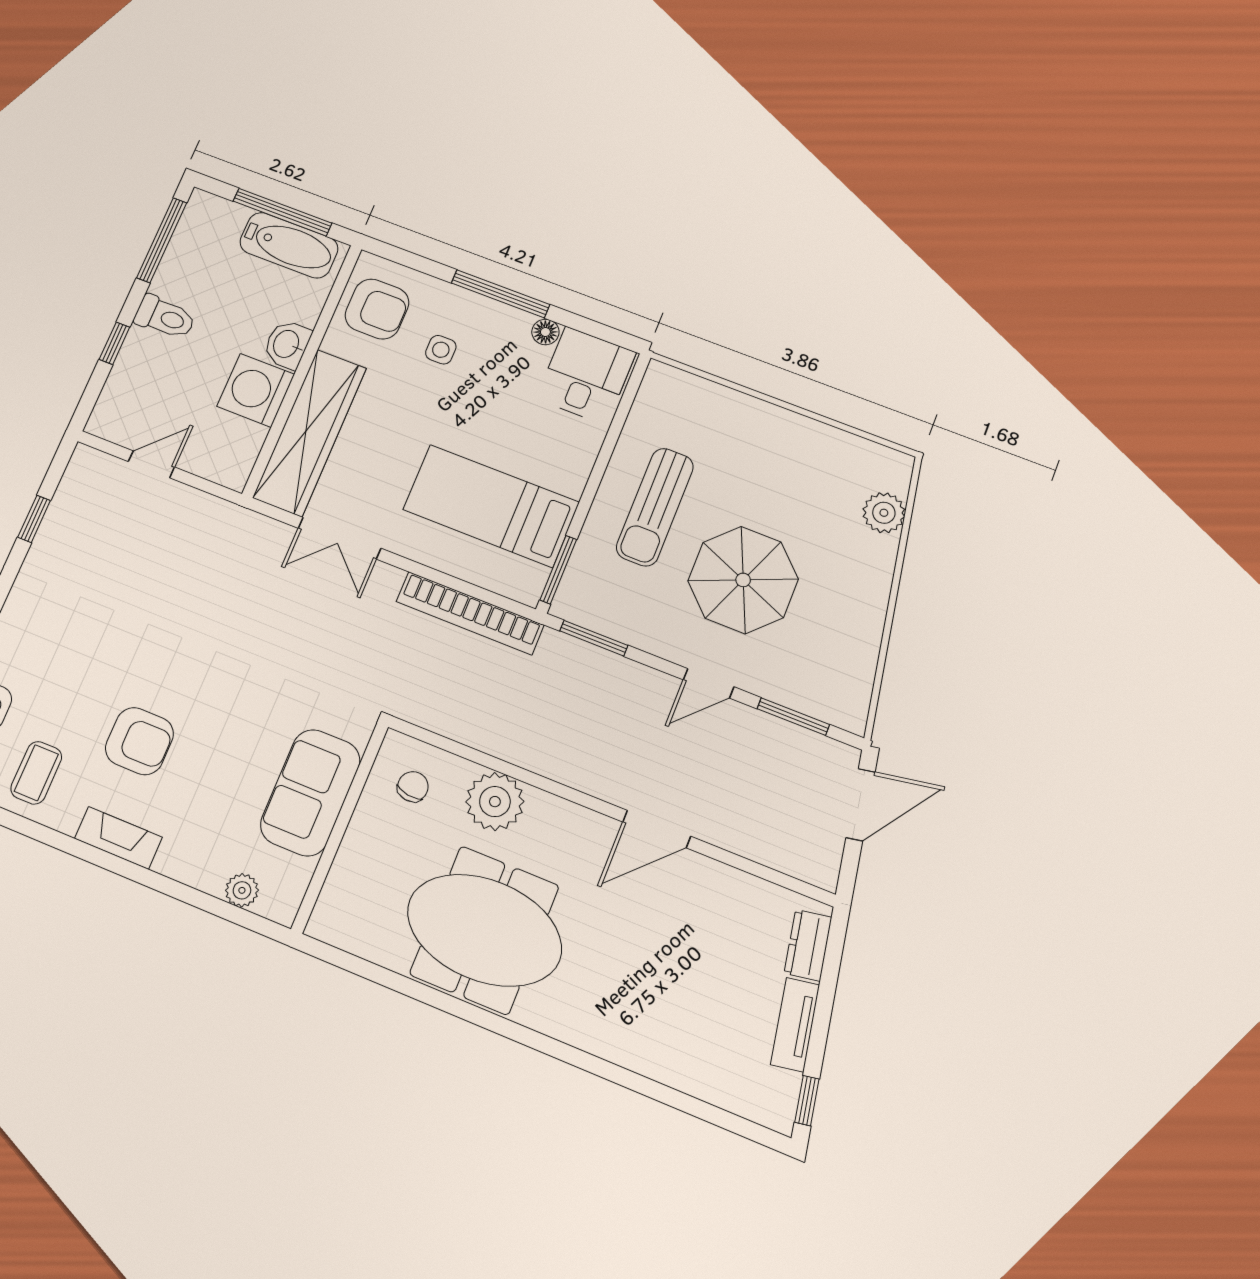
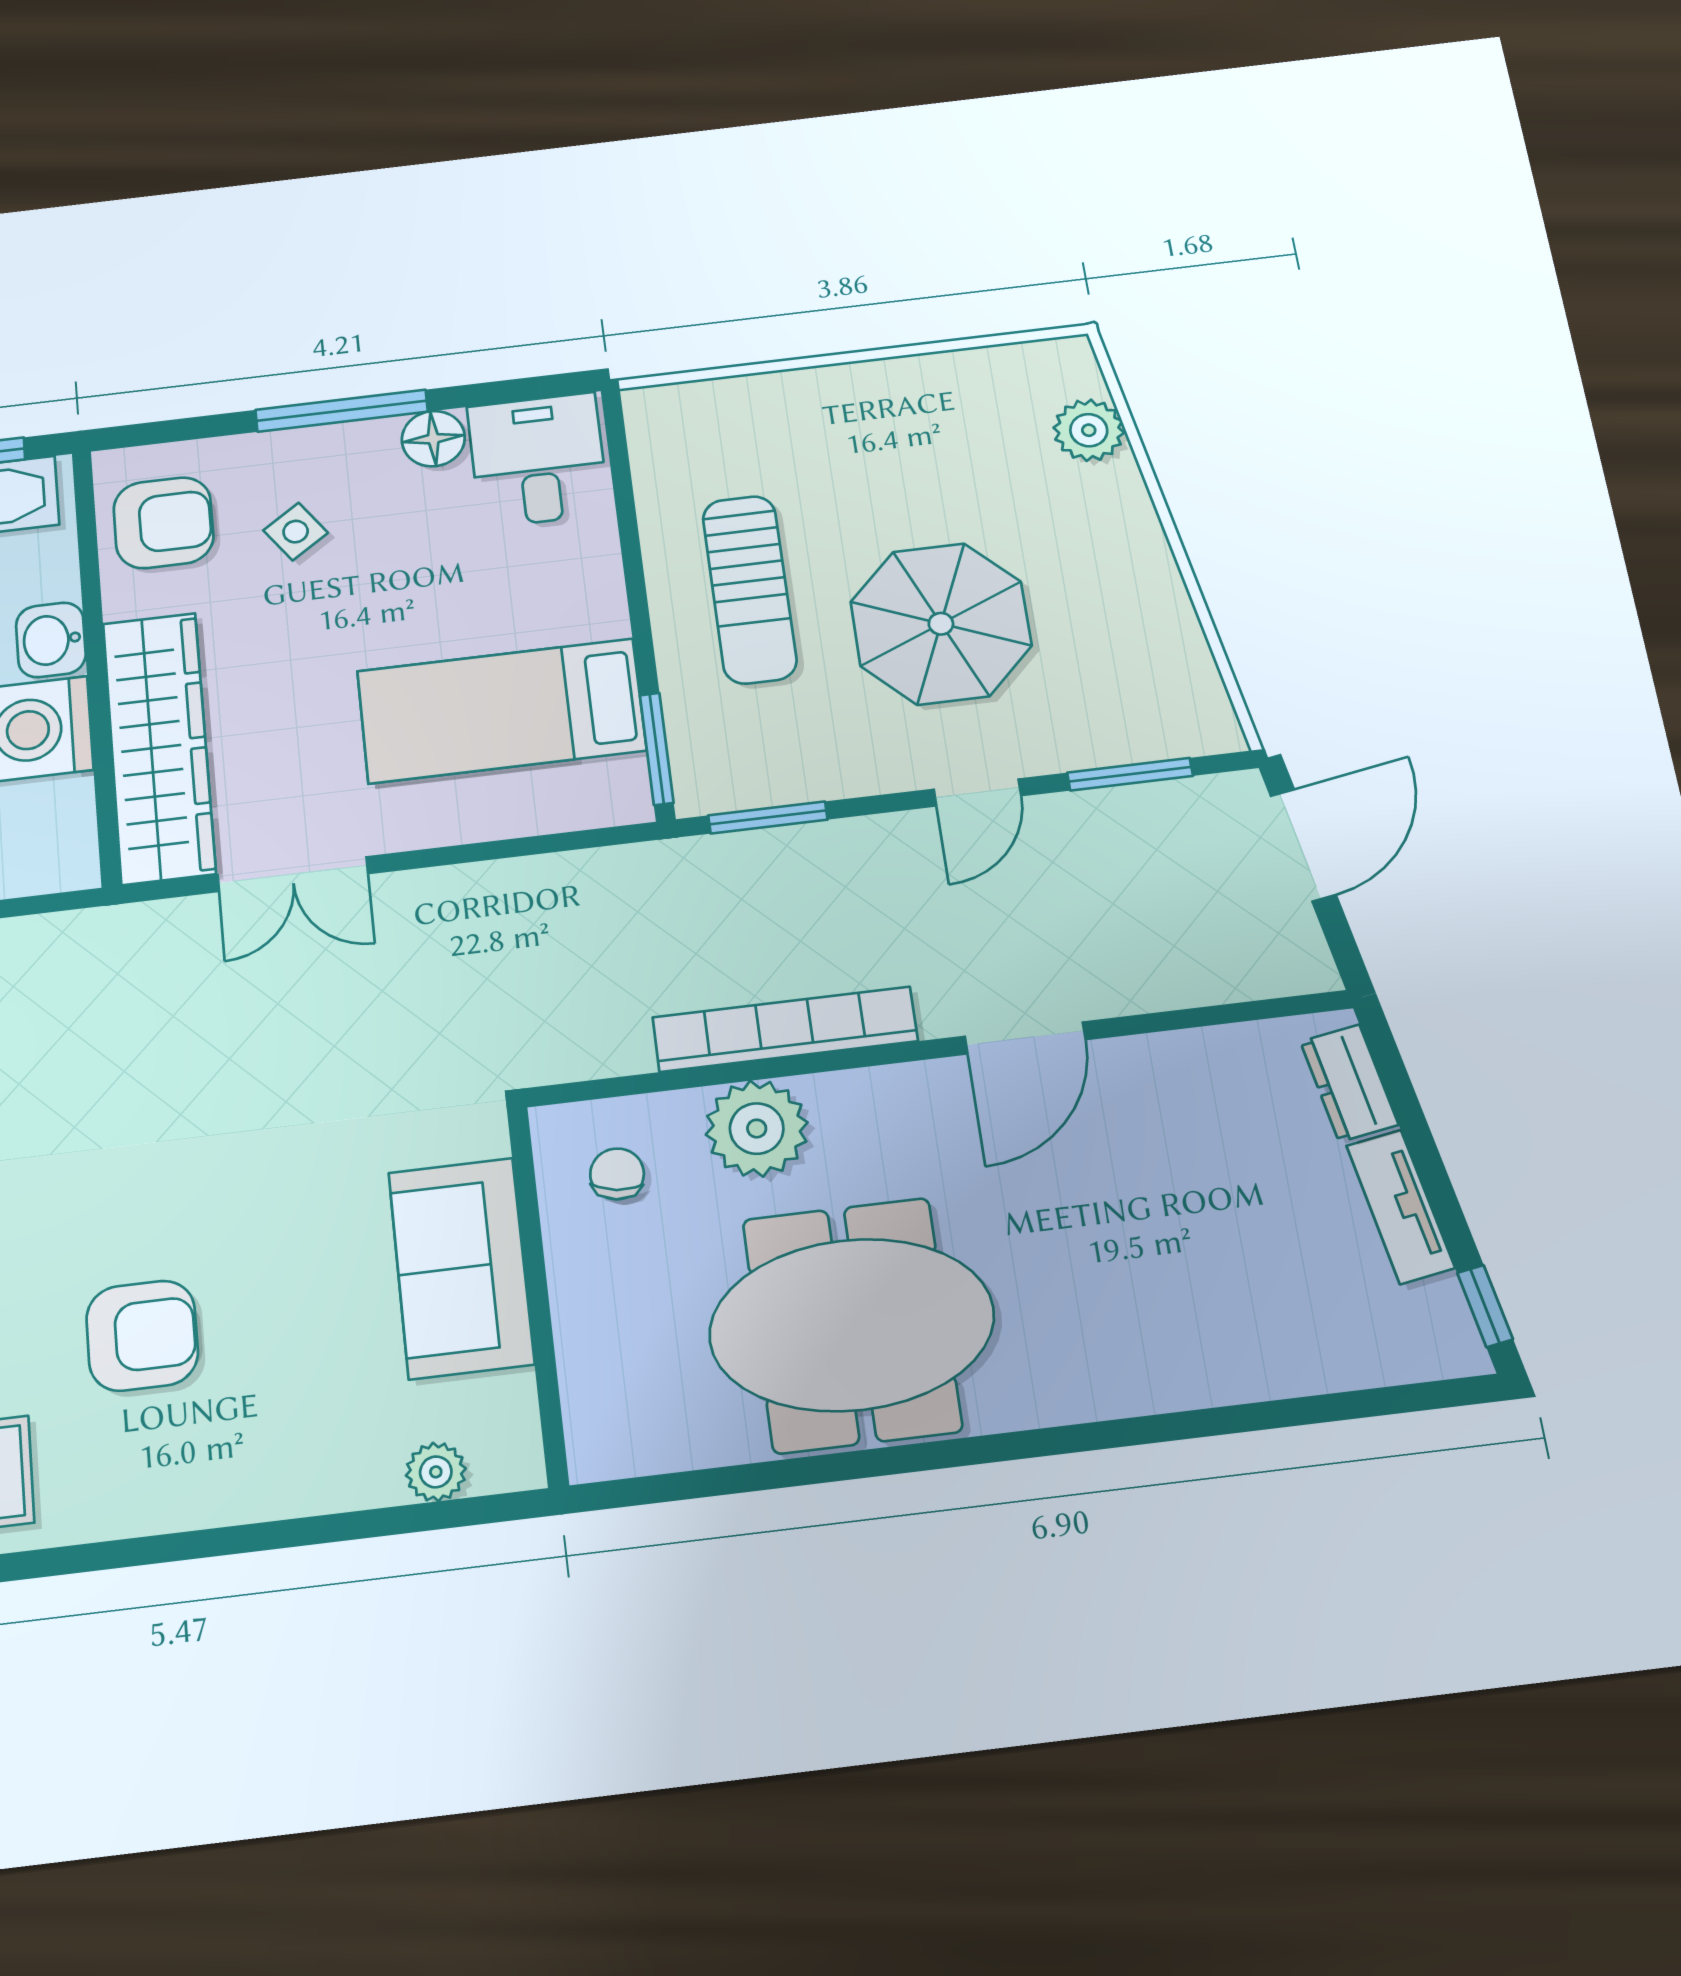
floor lamp: (545, 332) -> (433, 439), width x1.37, depth x1.37
side table: (441, 350) -> (296, 532), turned -35
bookcase: (470, 613) -> (785, 1029), moved, turned 180
fireplace: (118, 838) -> (190, 1500), removed

